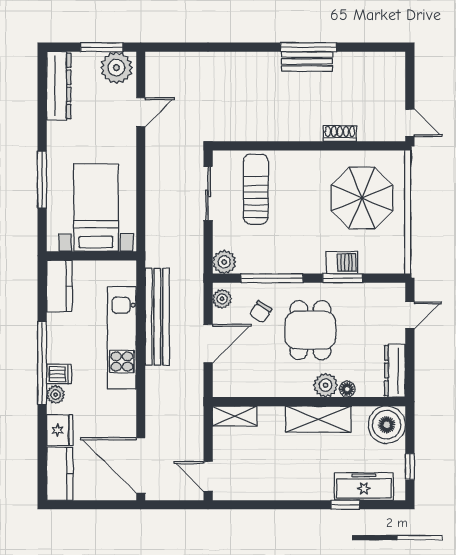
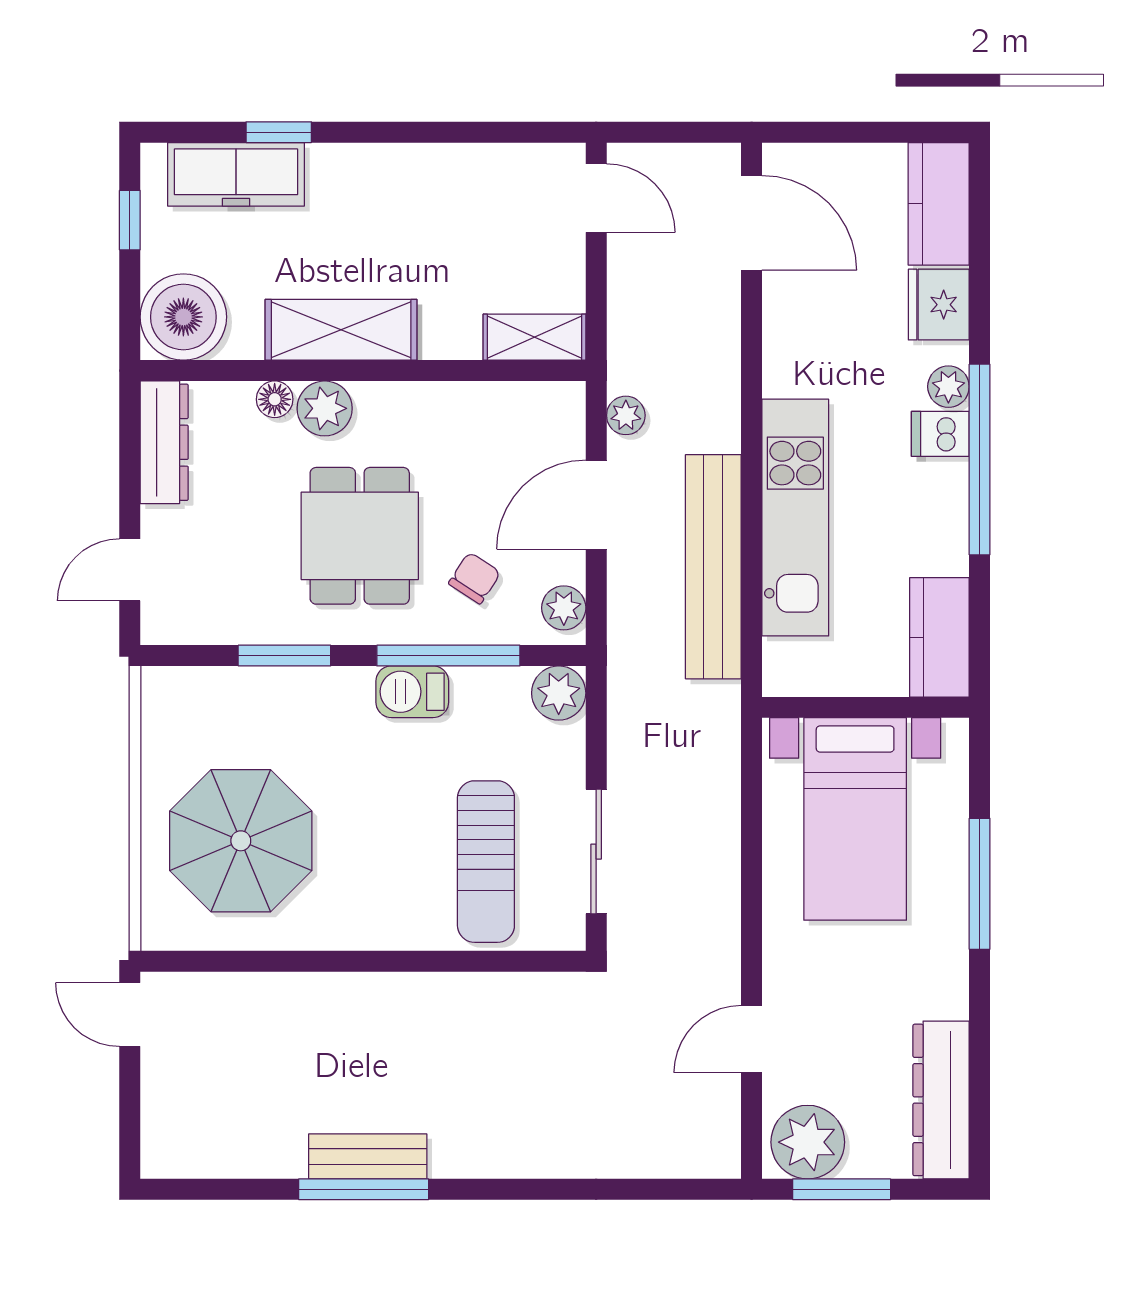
shoe rack: (340, 133) -> (291, 990), removed
barbecue: (342, 263) -> (412, 692), moved
plant: (195, 382) -> (626, 415), added
door: (141, 466) -> (752, 223), width x0.73

